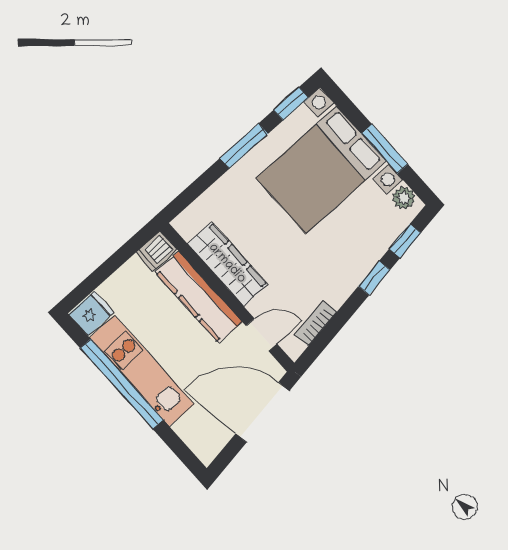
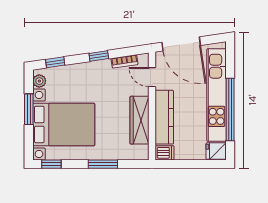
window: (244, 146) -> (103, 164), moved
window: (374, 278) -> (99, 56), moved
kitchen unit: (142, 371) -> (217, 95), width x1.36

